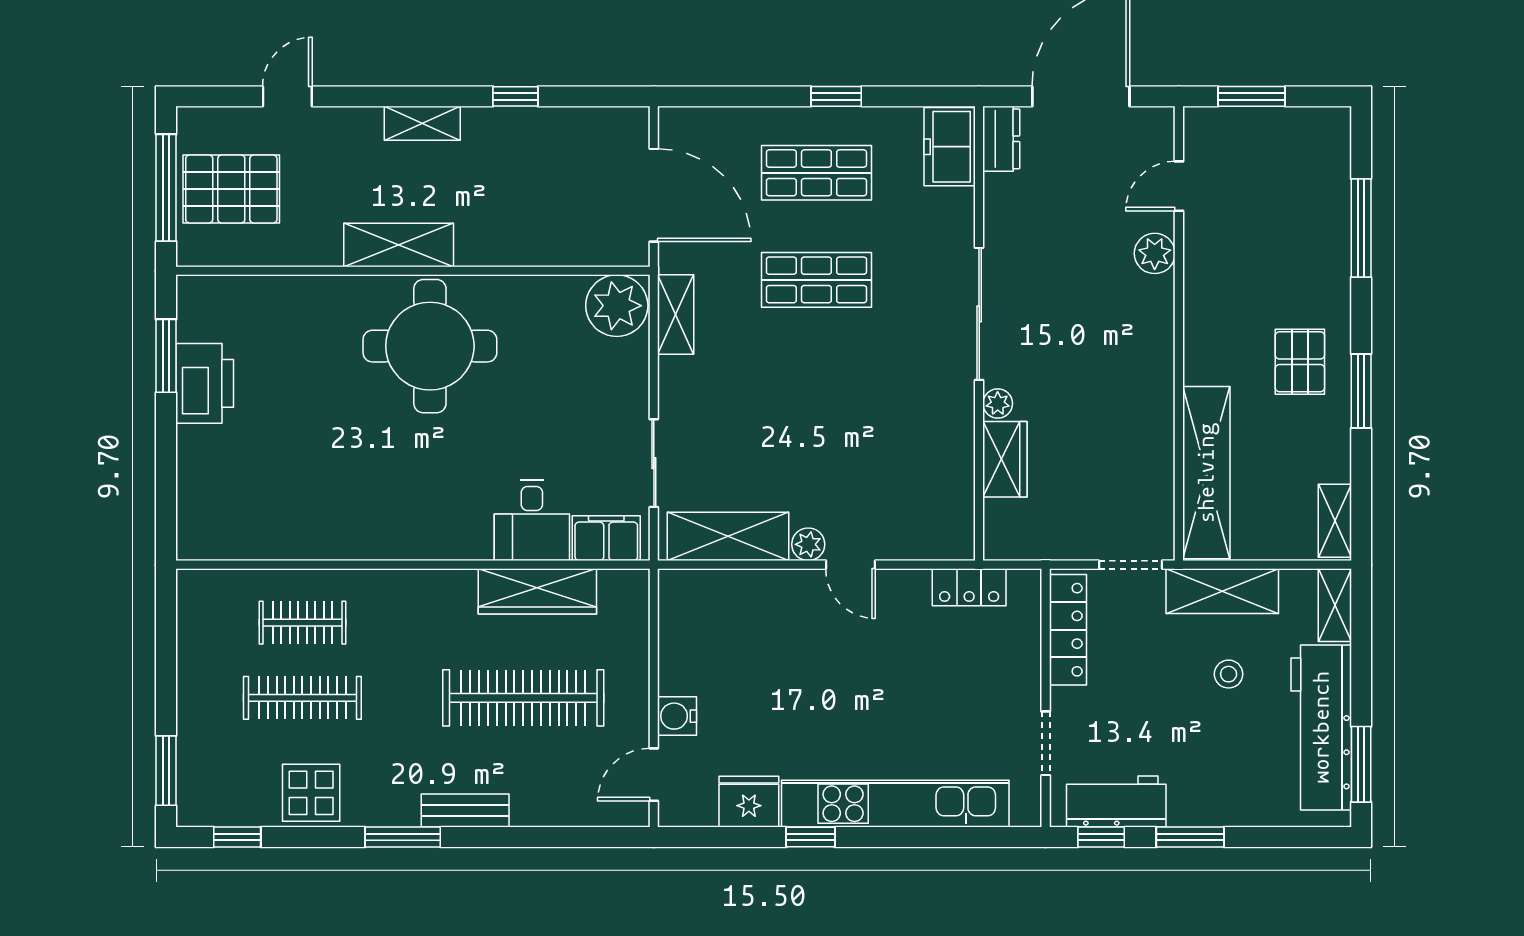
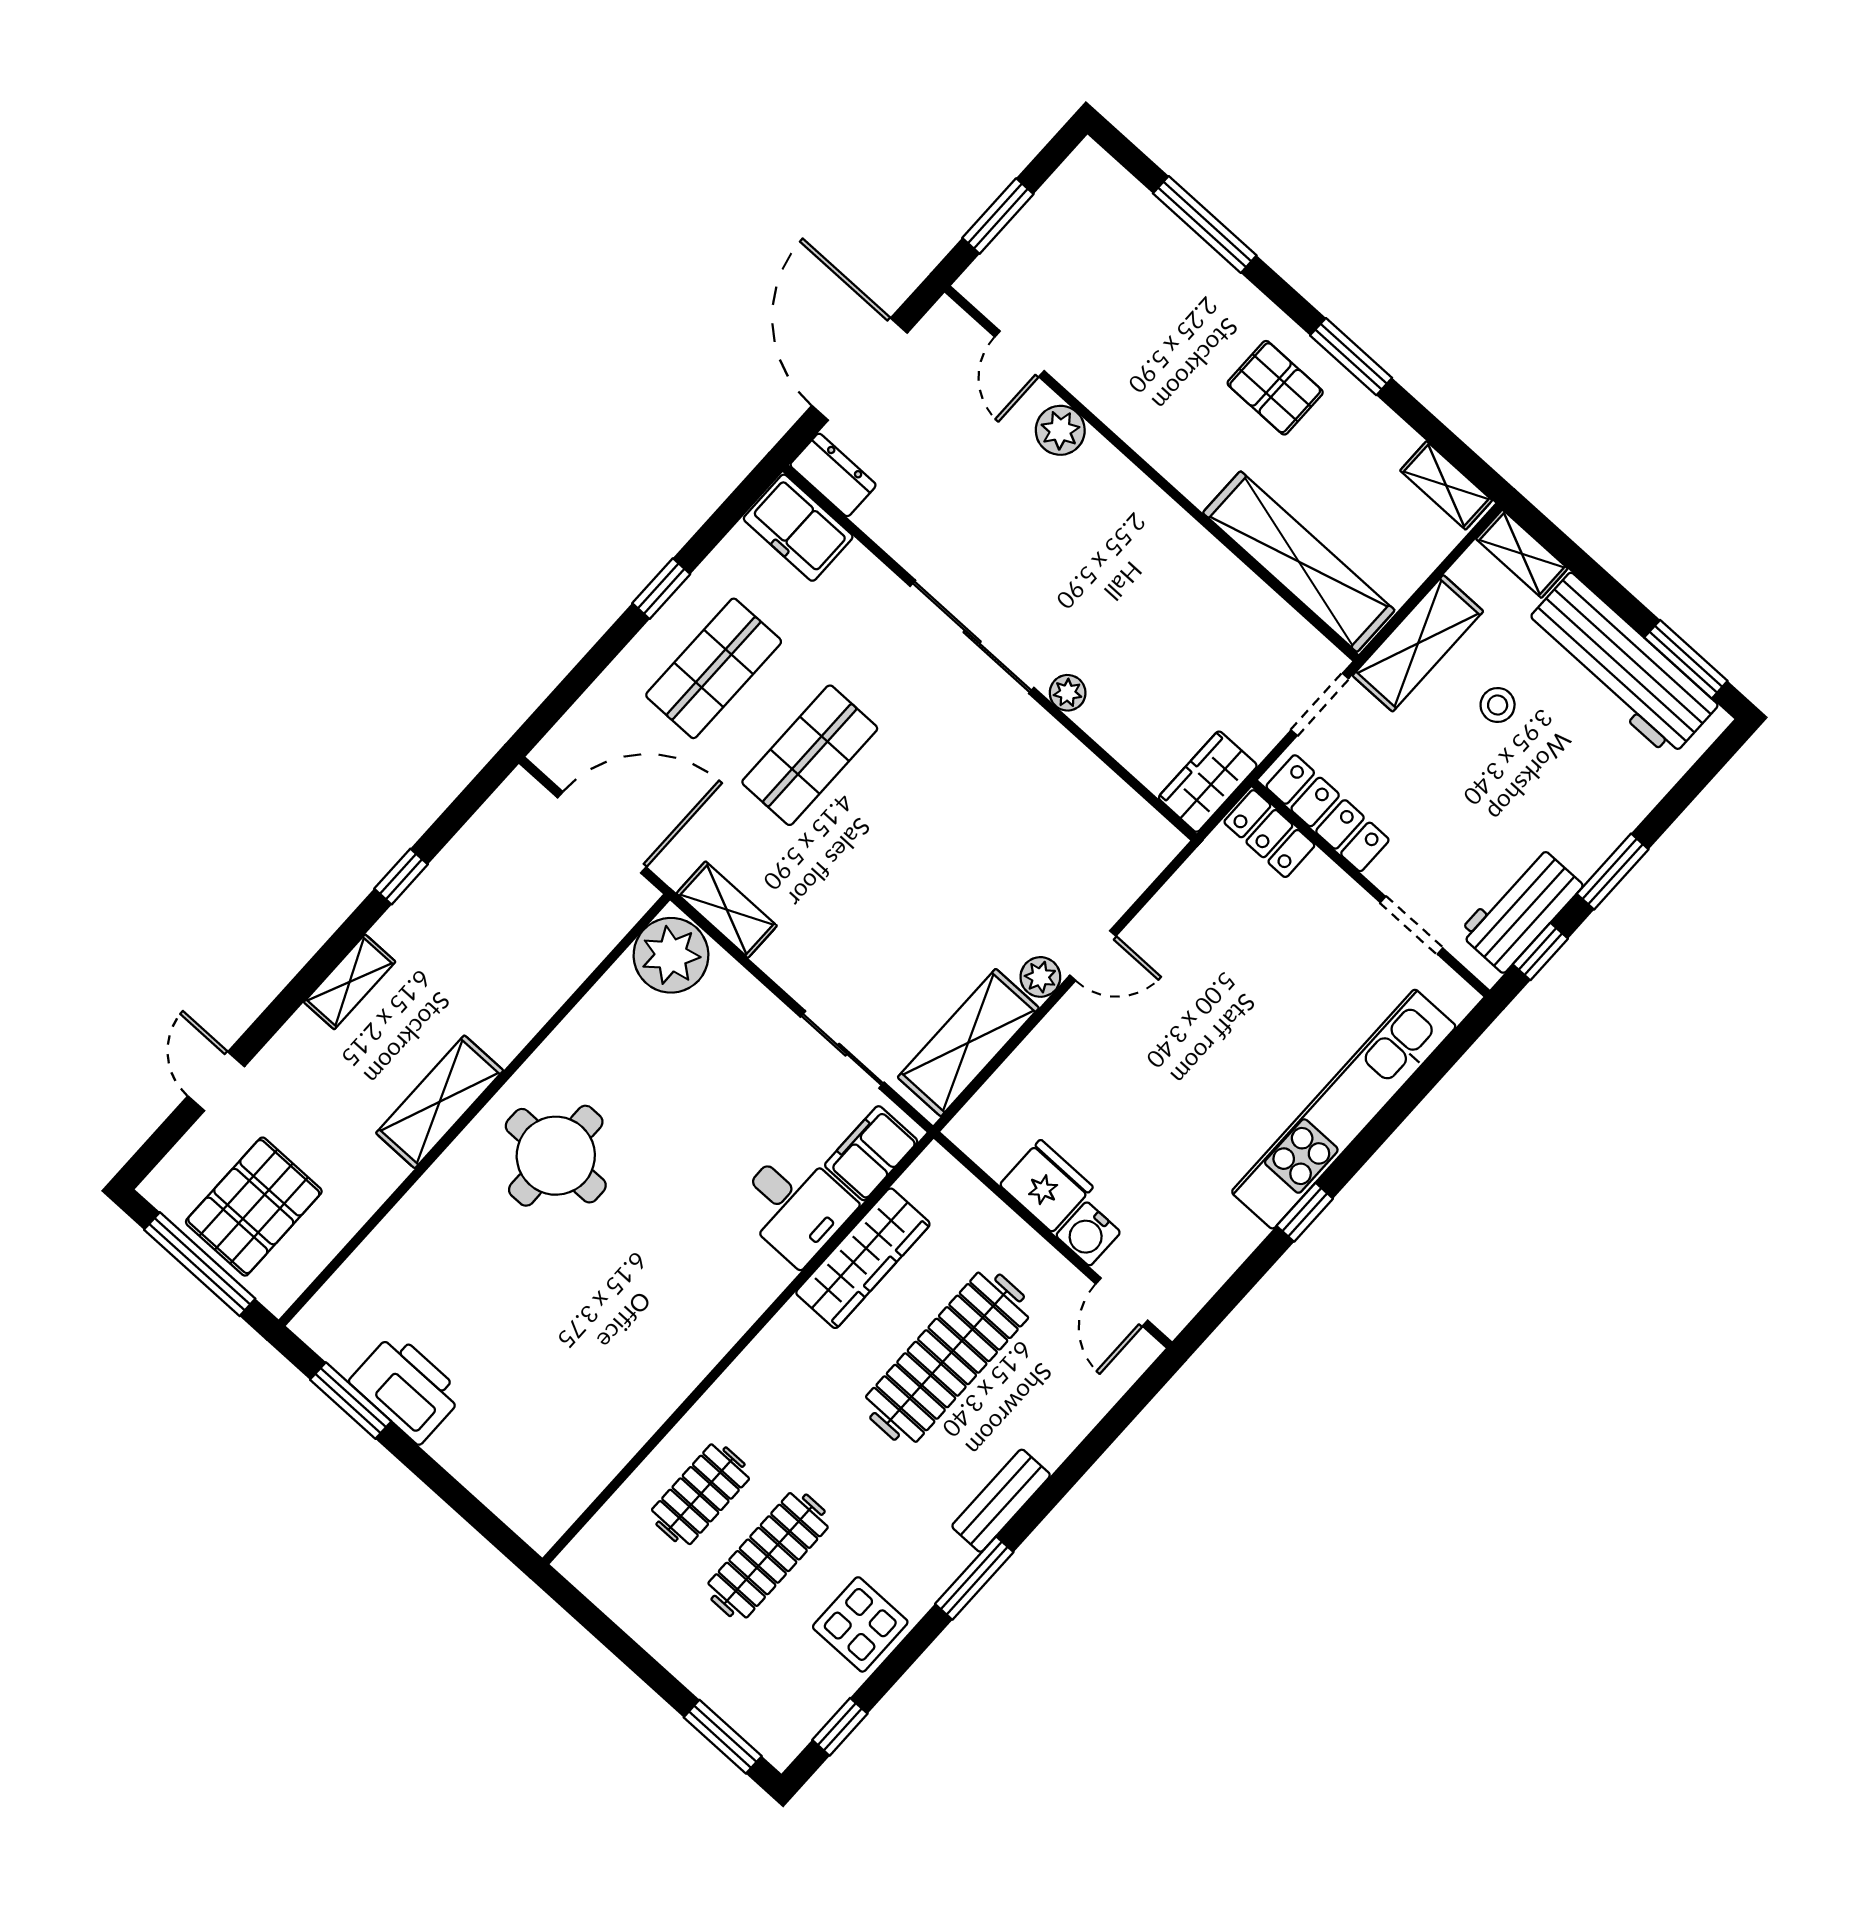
round table: (430, 346) -> (556, 1156), width x0.73, depth x0.73
wardrobe: (1005, 459) -> (1208, 782), moved, turned -90
locker: (969, 587) -> (1269, 834), moved, turned 90
fridge: (749, 802) -> (1046, 1186), moved, turned 90

